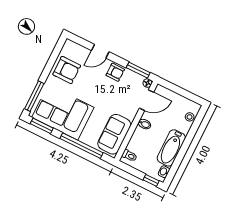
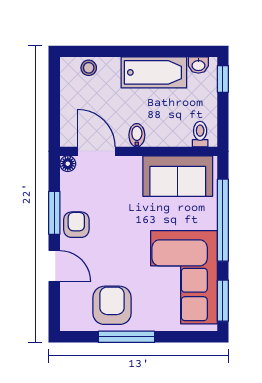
window: (138, 70) -> (54, 213), moved
window: (34, 96) -> (127, 337), moved

